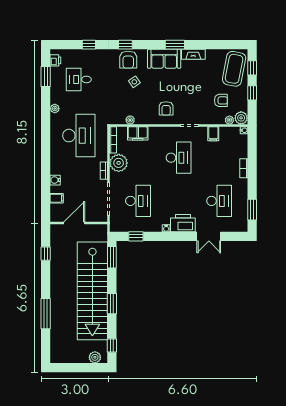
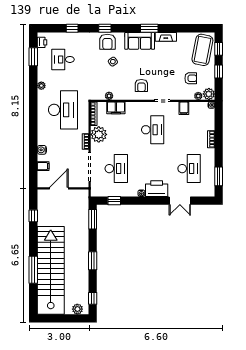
stairs: (92, 291) -> (51, 270), moved, turned 180

